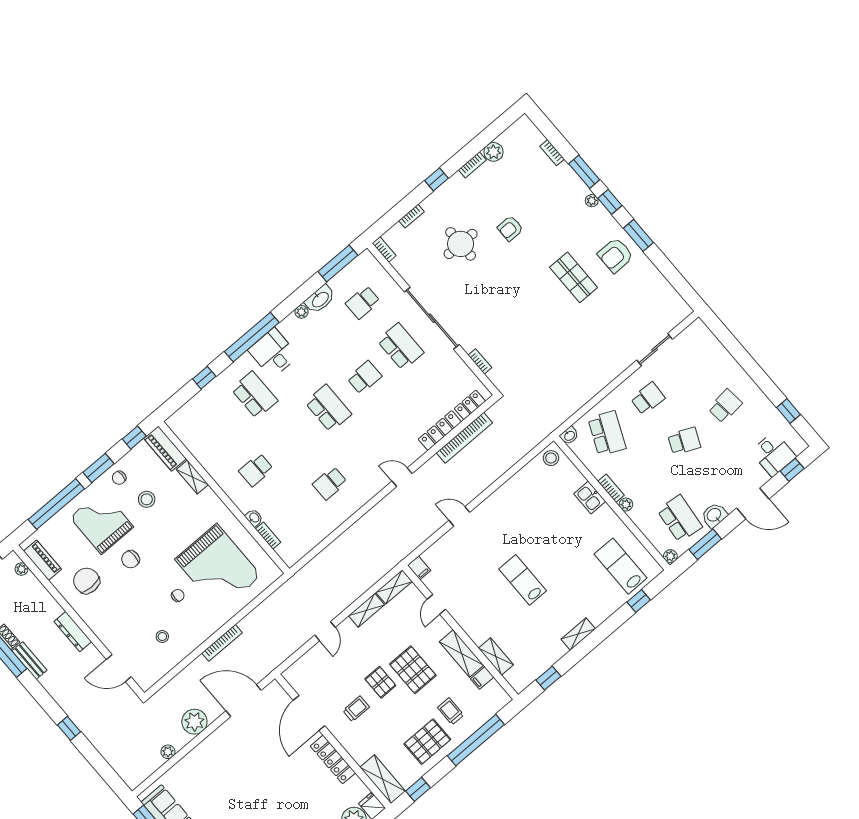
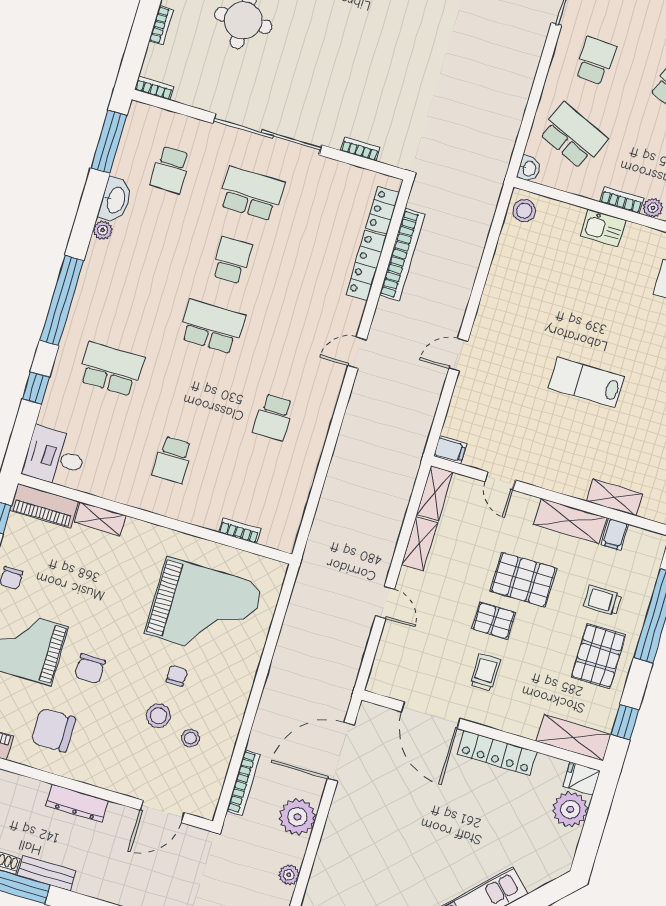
desk: (273, 353) -> (55, 457), moved
stool: (147, 499) -> (158, 716), moved
washbasin: (254, 518) -> (208, 520), removed
bookcase: (222, 643) -> (243, 783), moved

